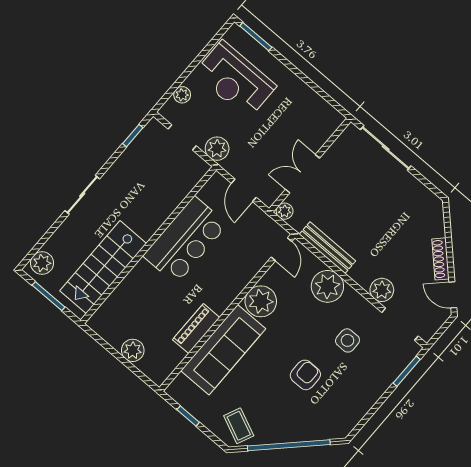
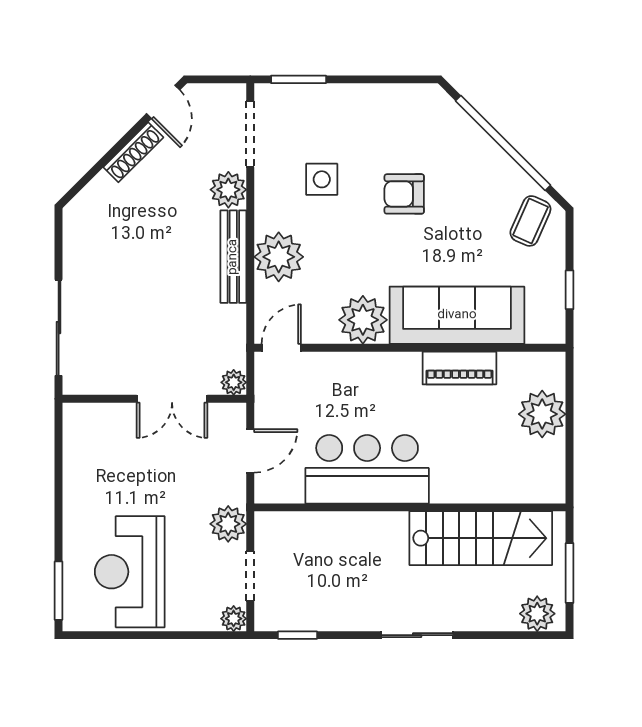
reception desk: (235, 80) -> (130, 572), turned 180
plant: (182, 95) -> (234, 619), moved
bench: (327, 248) -> (233, 257), moved
plant: (133, 350) -> (542, 414), width x1.36, depth x1.36

